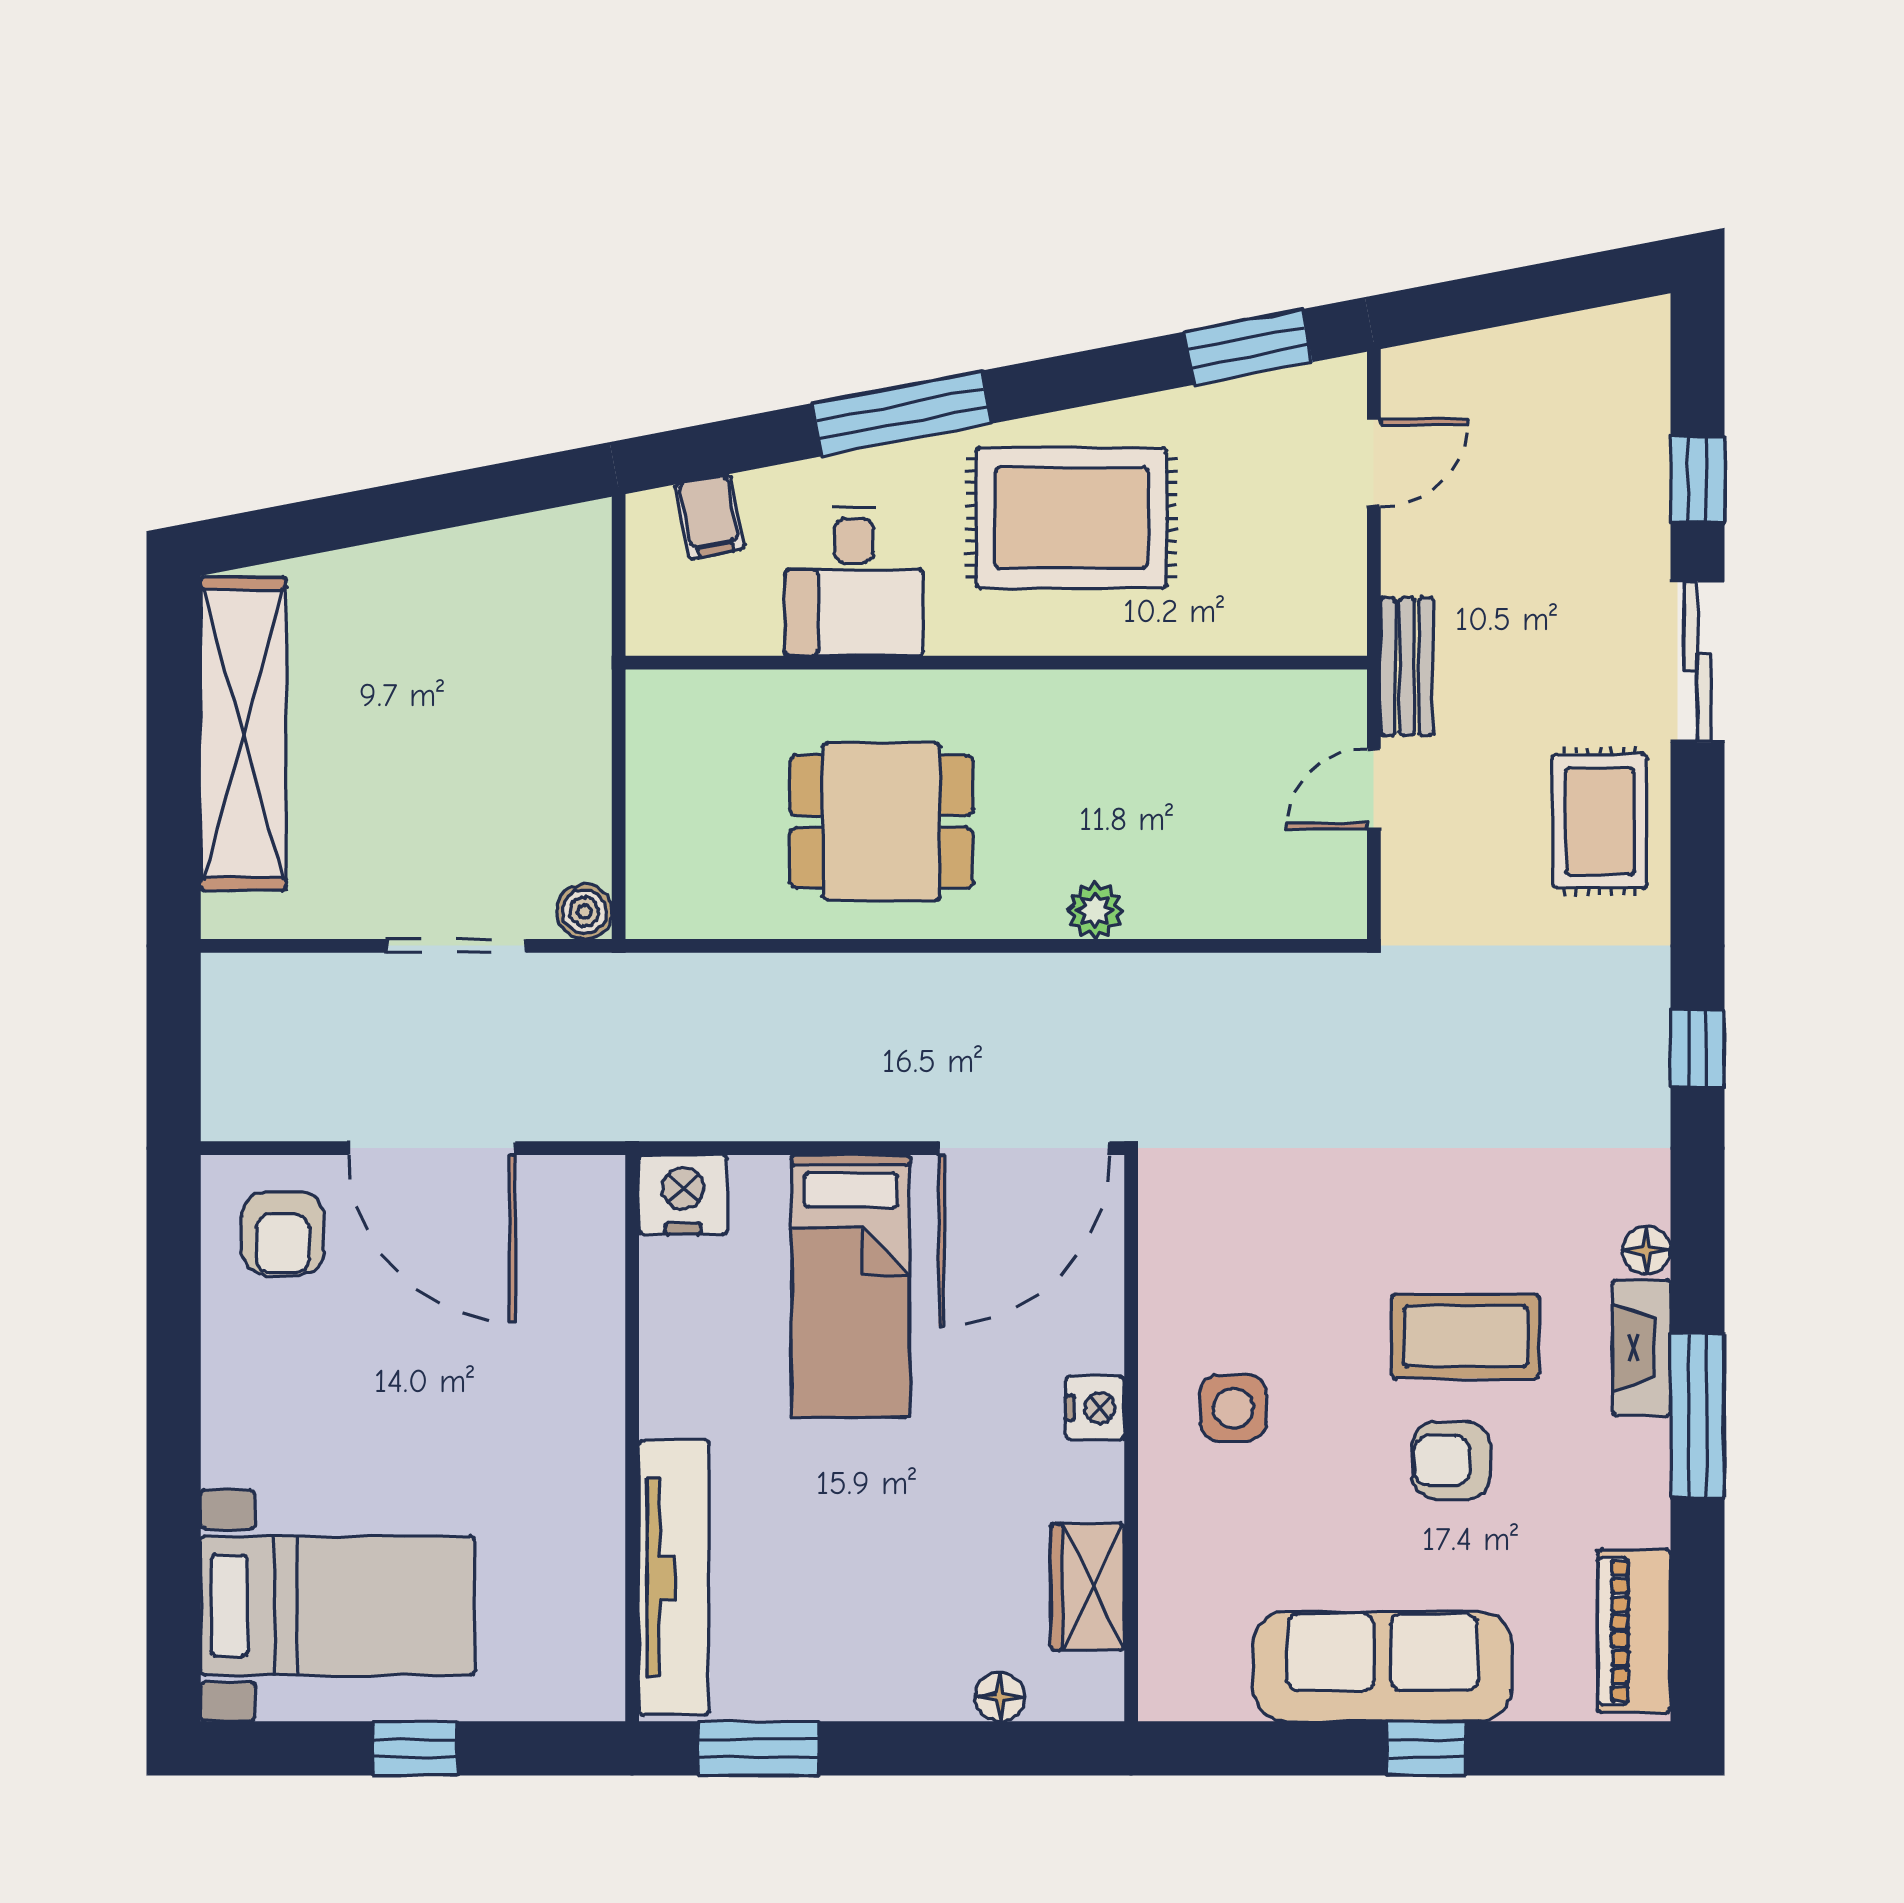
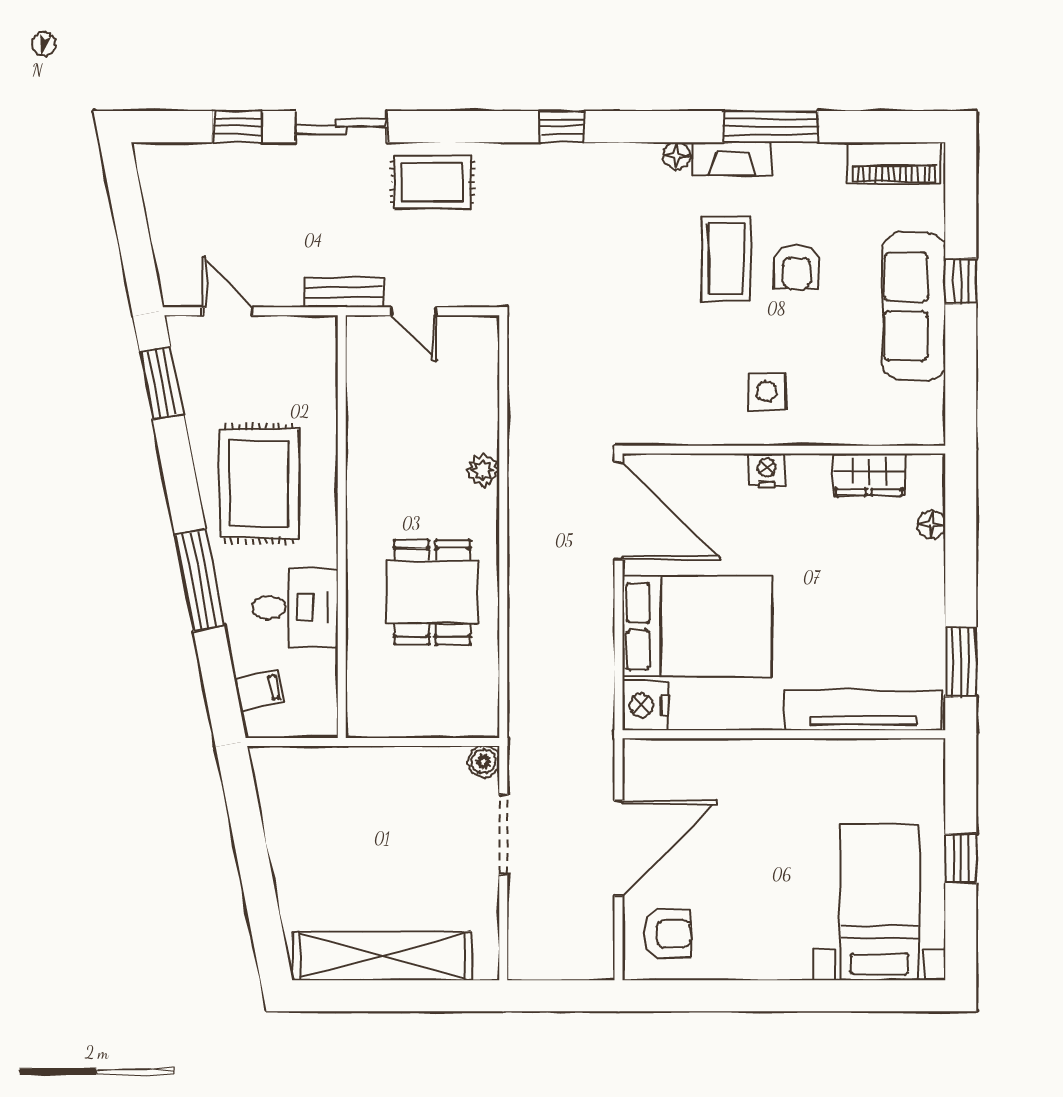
bed: (851, 1286) -> (697, 626), width x1.50

